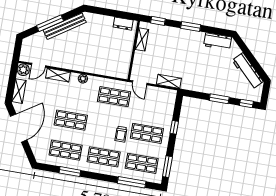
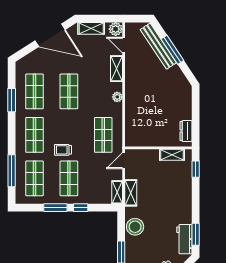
bench: (65, 26) -> (158, 46), moved
window: (191, 27) -> (196, 234), moved
stool: (199, 83) -> (135, 227), added
shelving: (166, 93) -> (117, 192), added
window: (167, 167) -> (55, 208), moved

